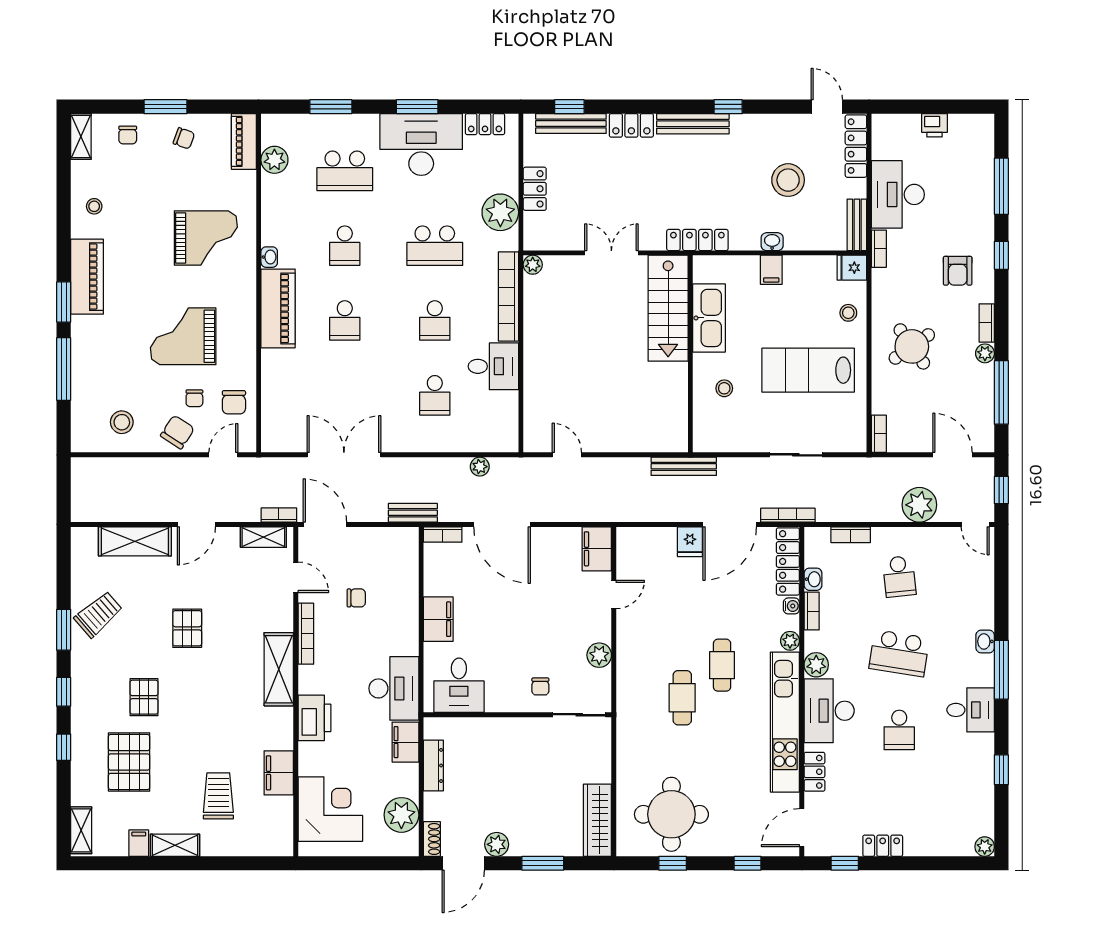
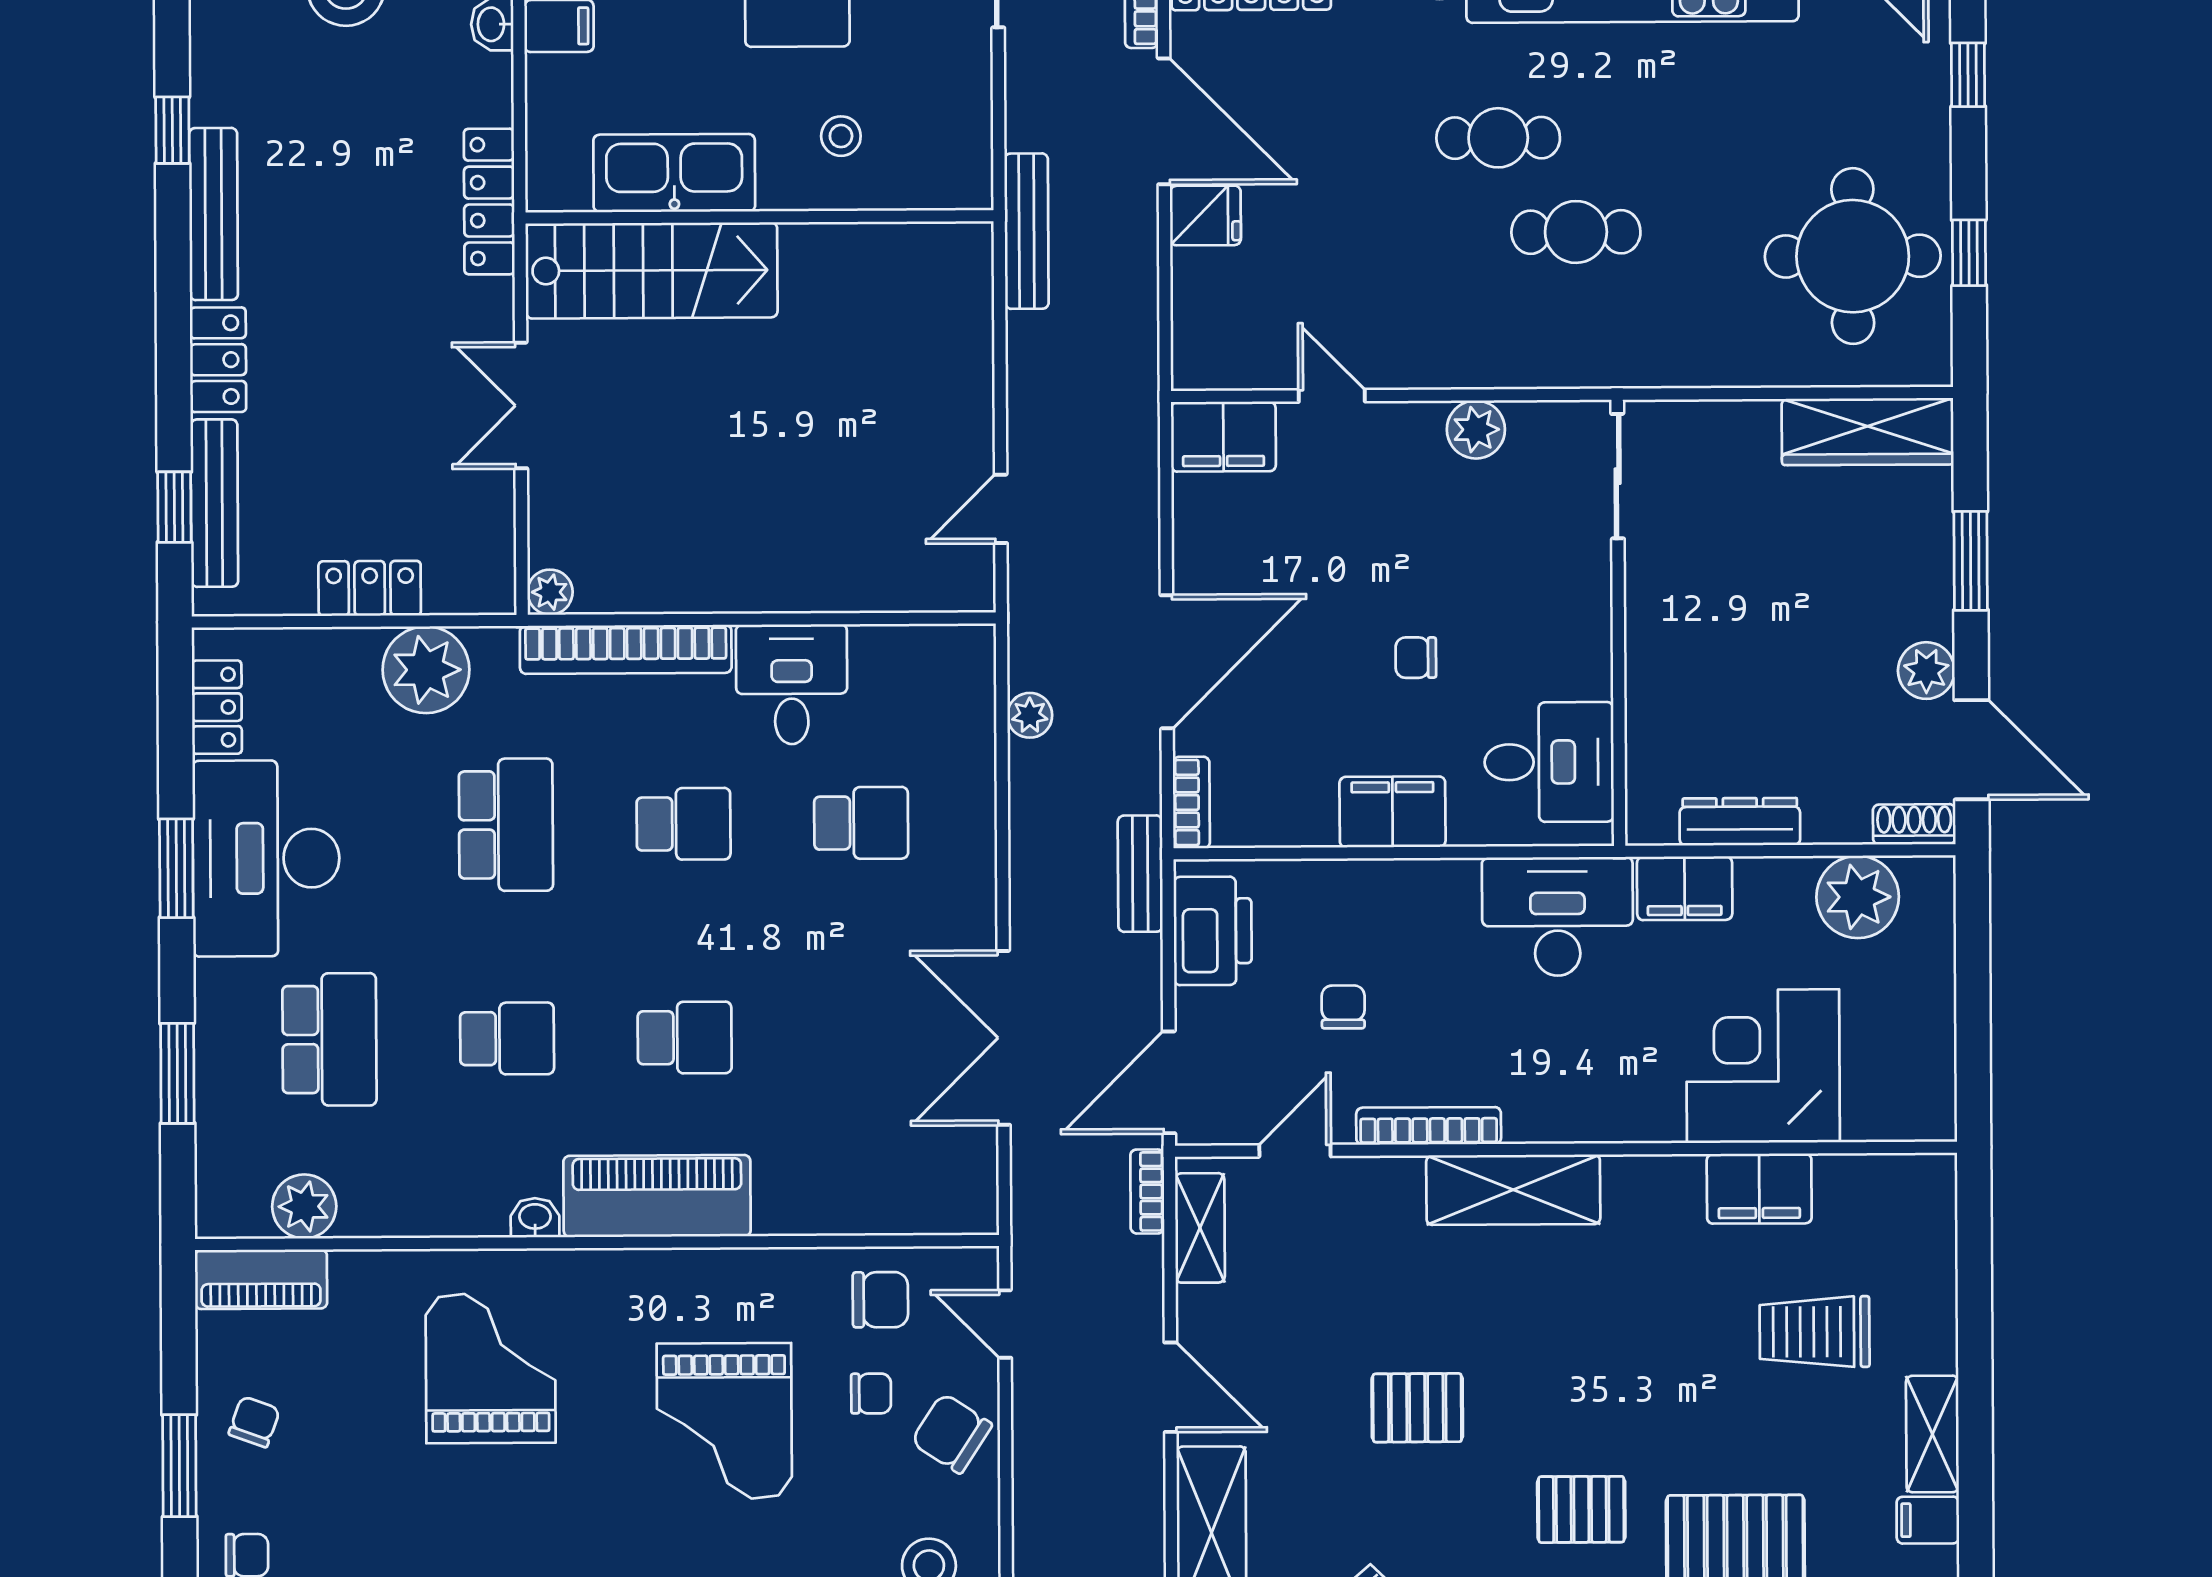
chair: (540, 686) -> (1416, 658), moved, turned 180
printer: (314, 718) -> (1213, 931), moved, turned 90
corner desk: (330, 809) -> (1763, 1066), moved

